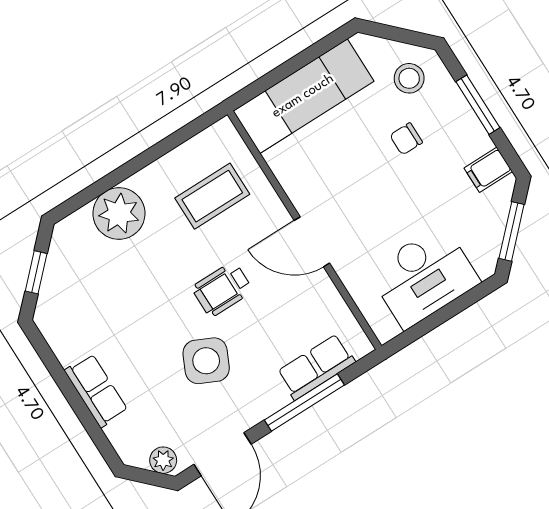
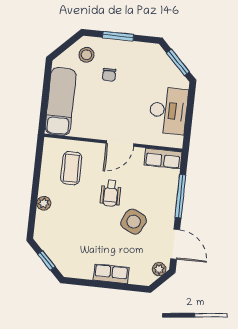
filing cabinet: (488, 170) -> (147, 52), removed
plant: (119, 214) -> (44, 203), width x0.53, depth x0.53
row of seats: (316, 367) -> (163, 158), moved, turned -90

